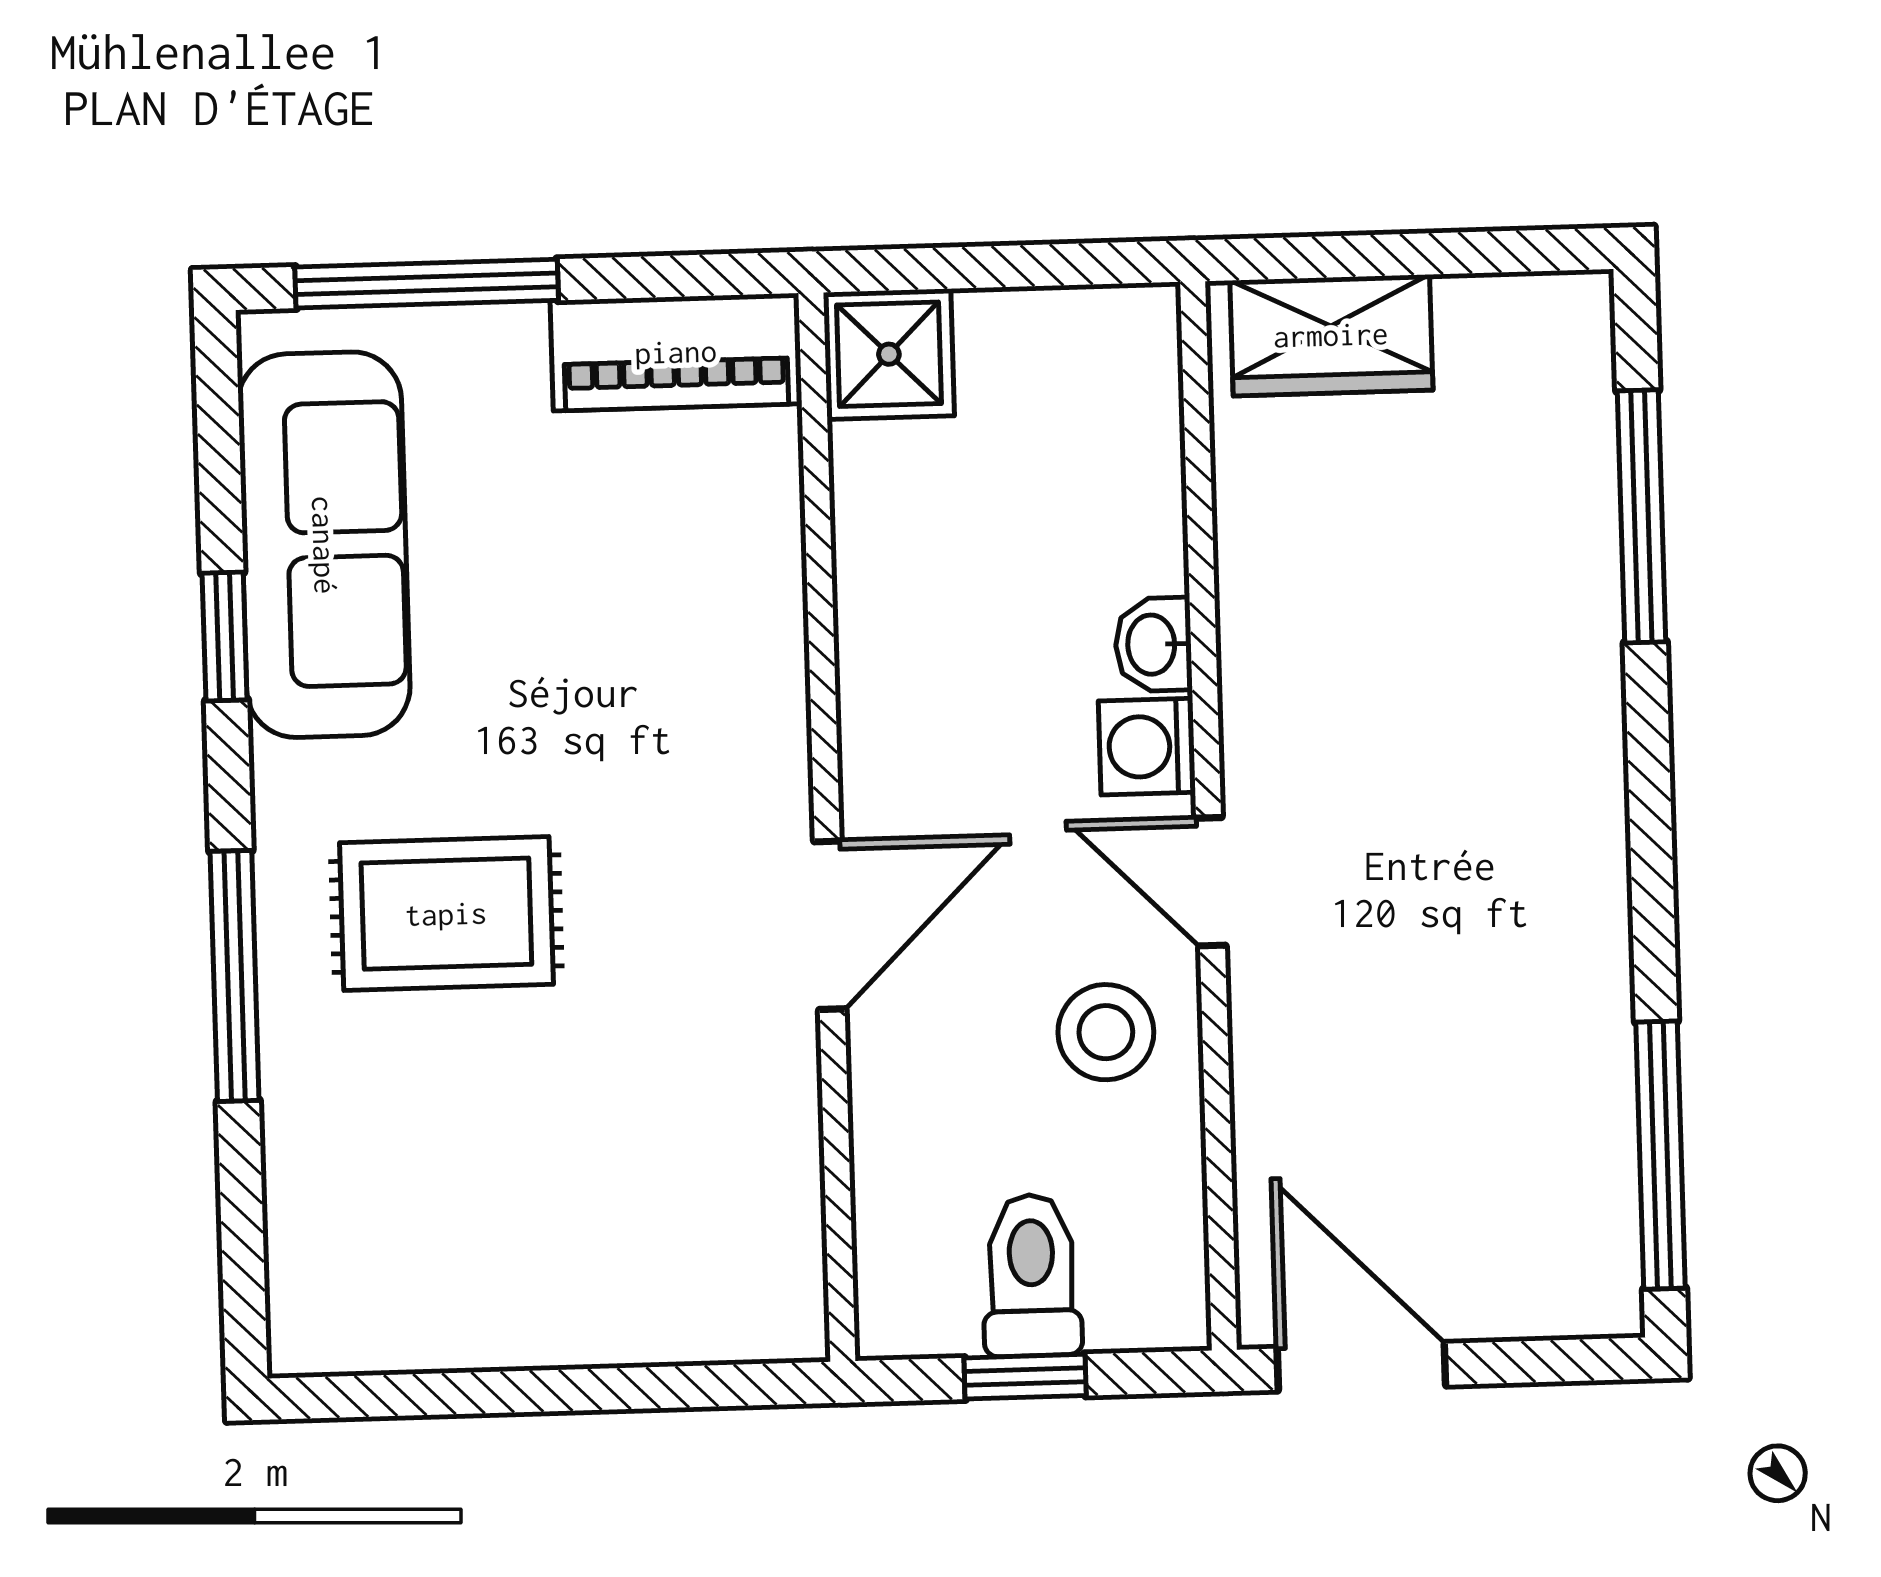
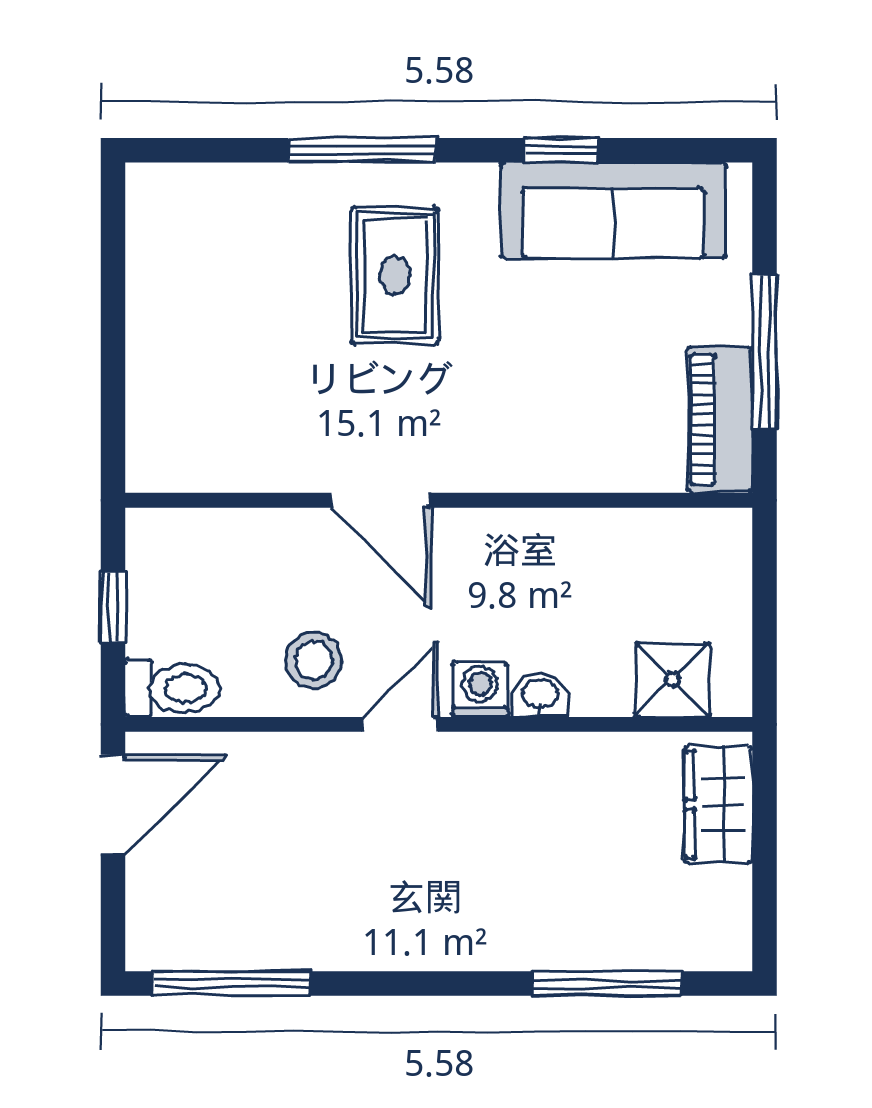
window: (427, 284) -> (765, 352), moved
shower: (889, 354) -> (673, 680), moved
toilet: (1032, 1275) -> (172, 688), moved

